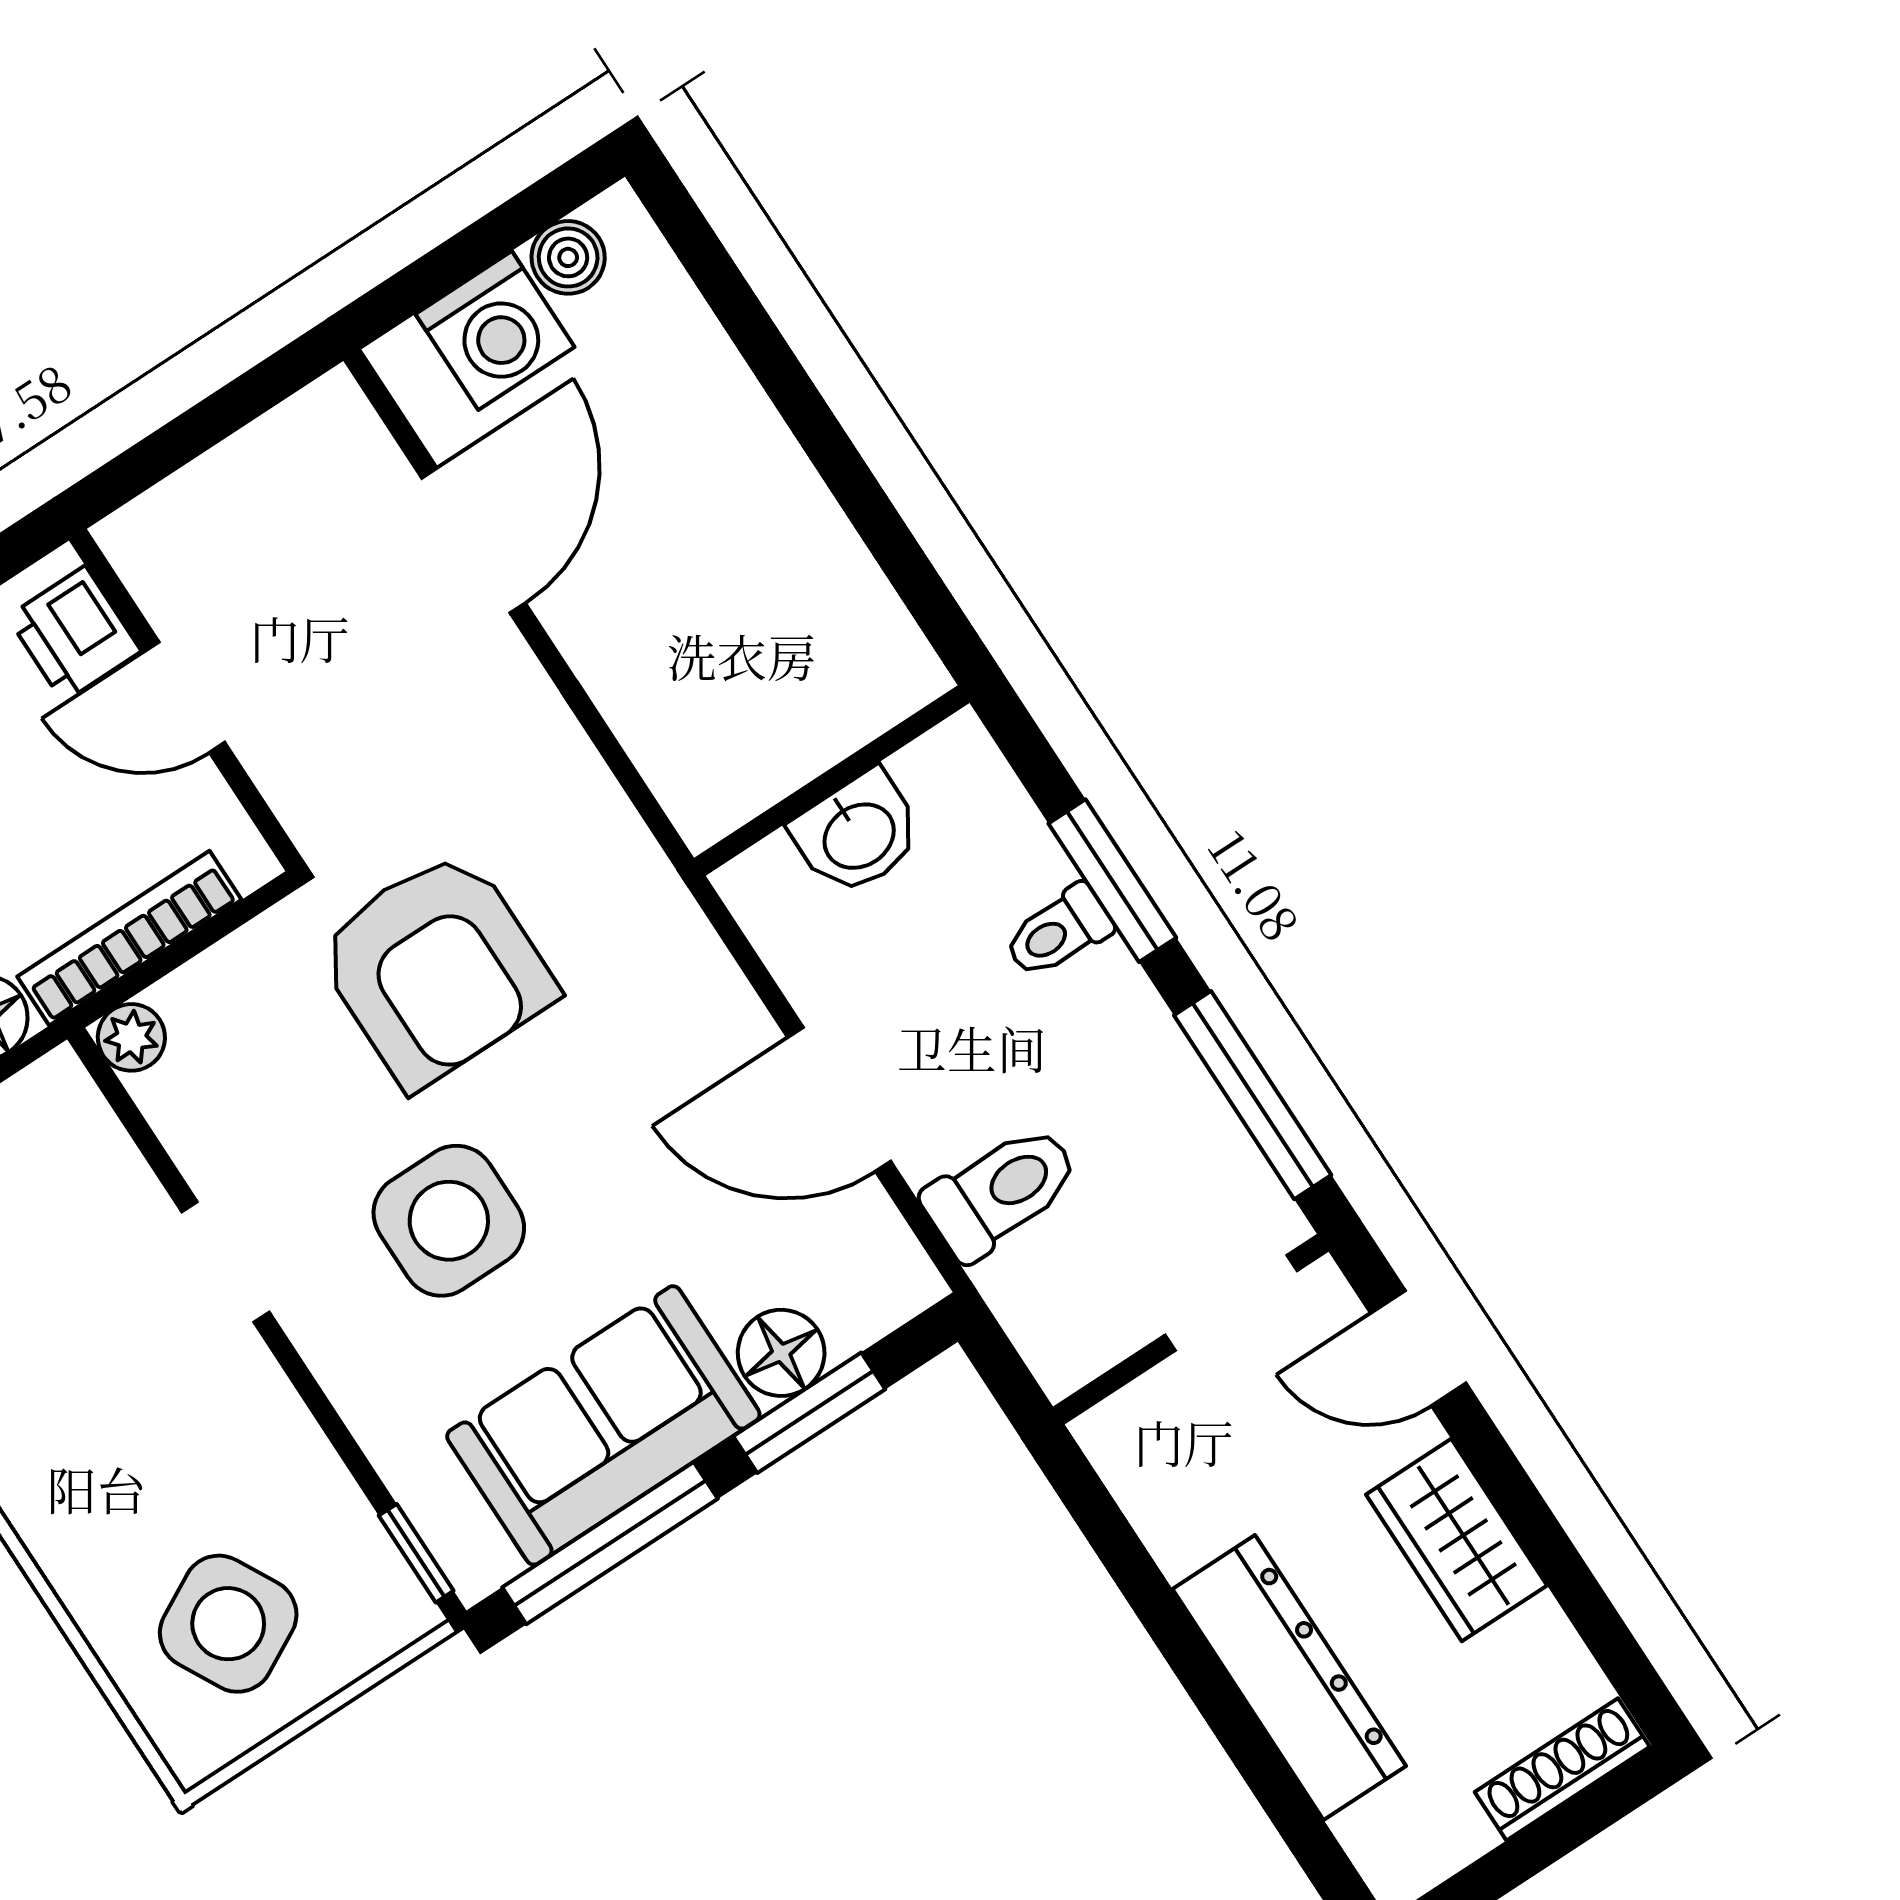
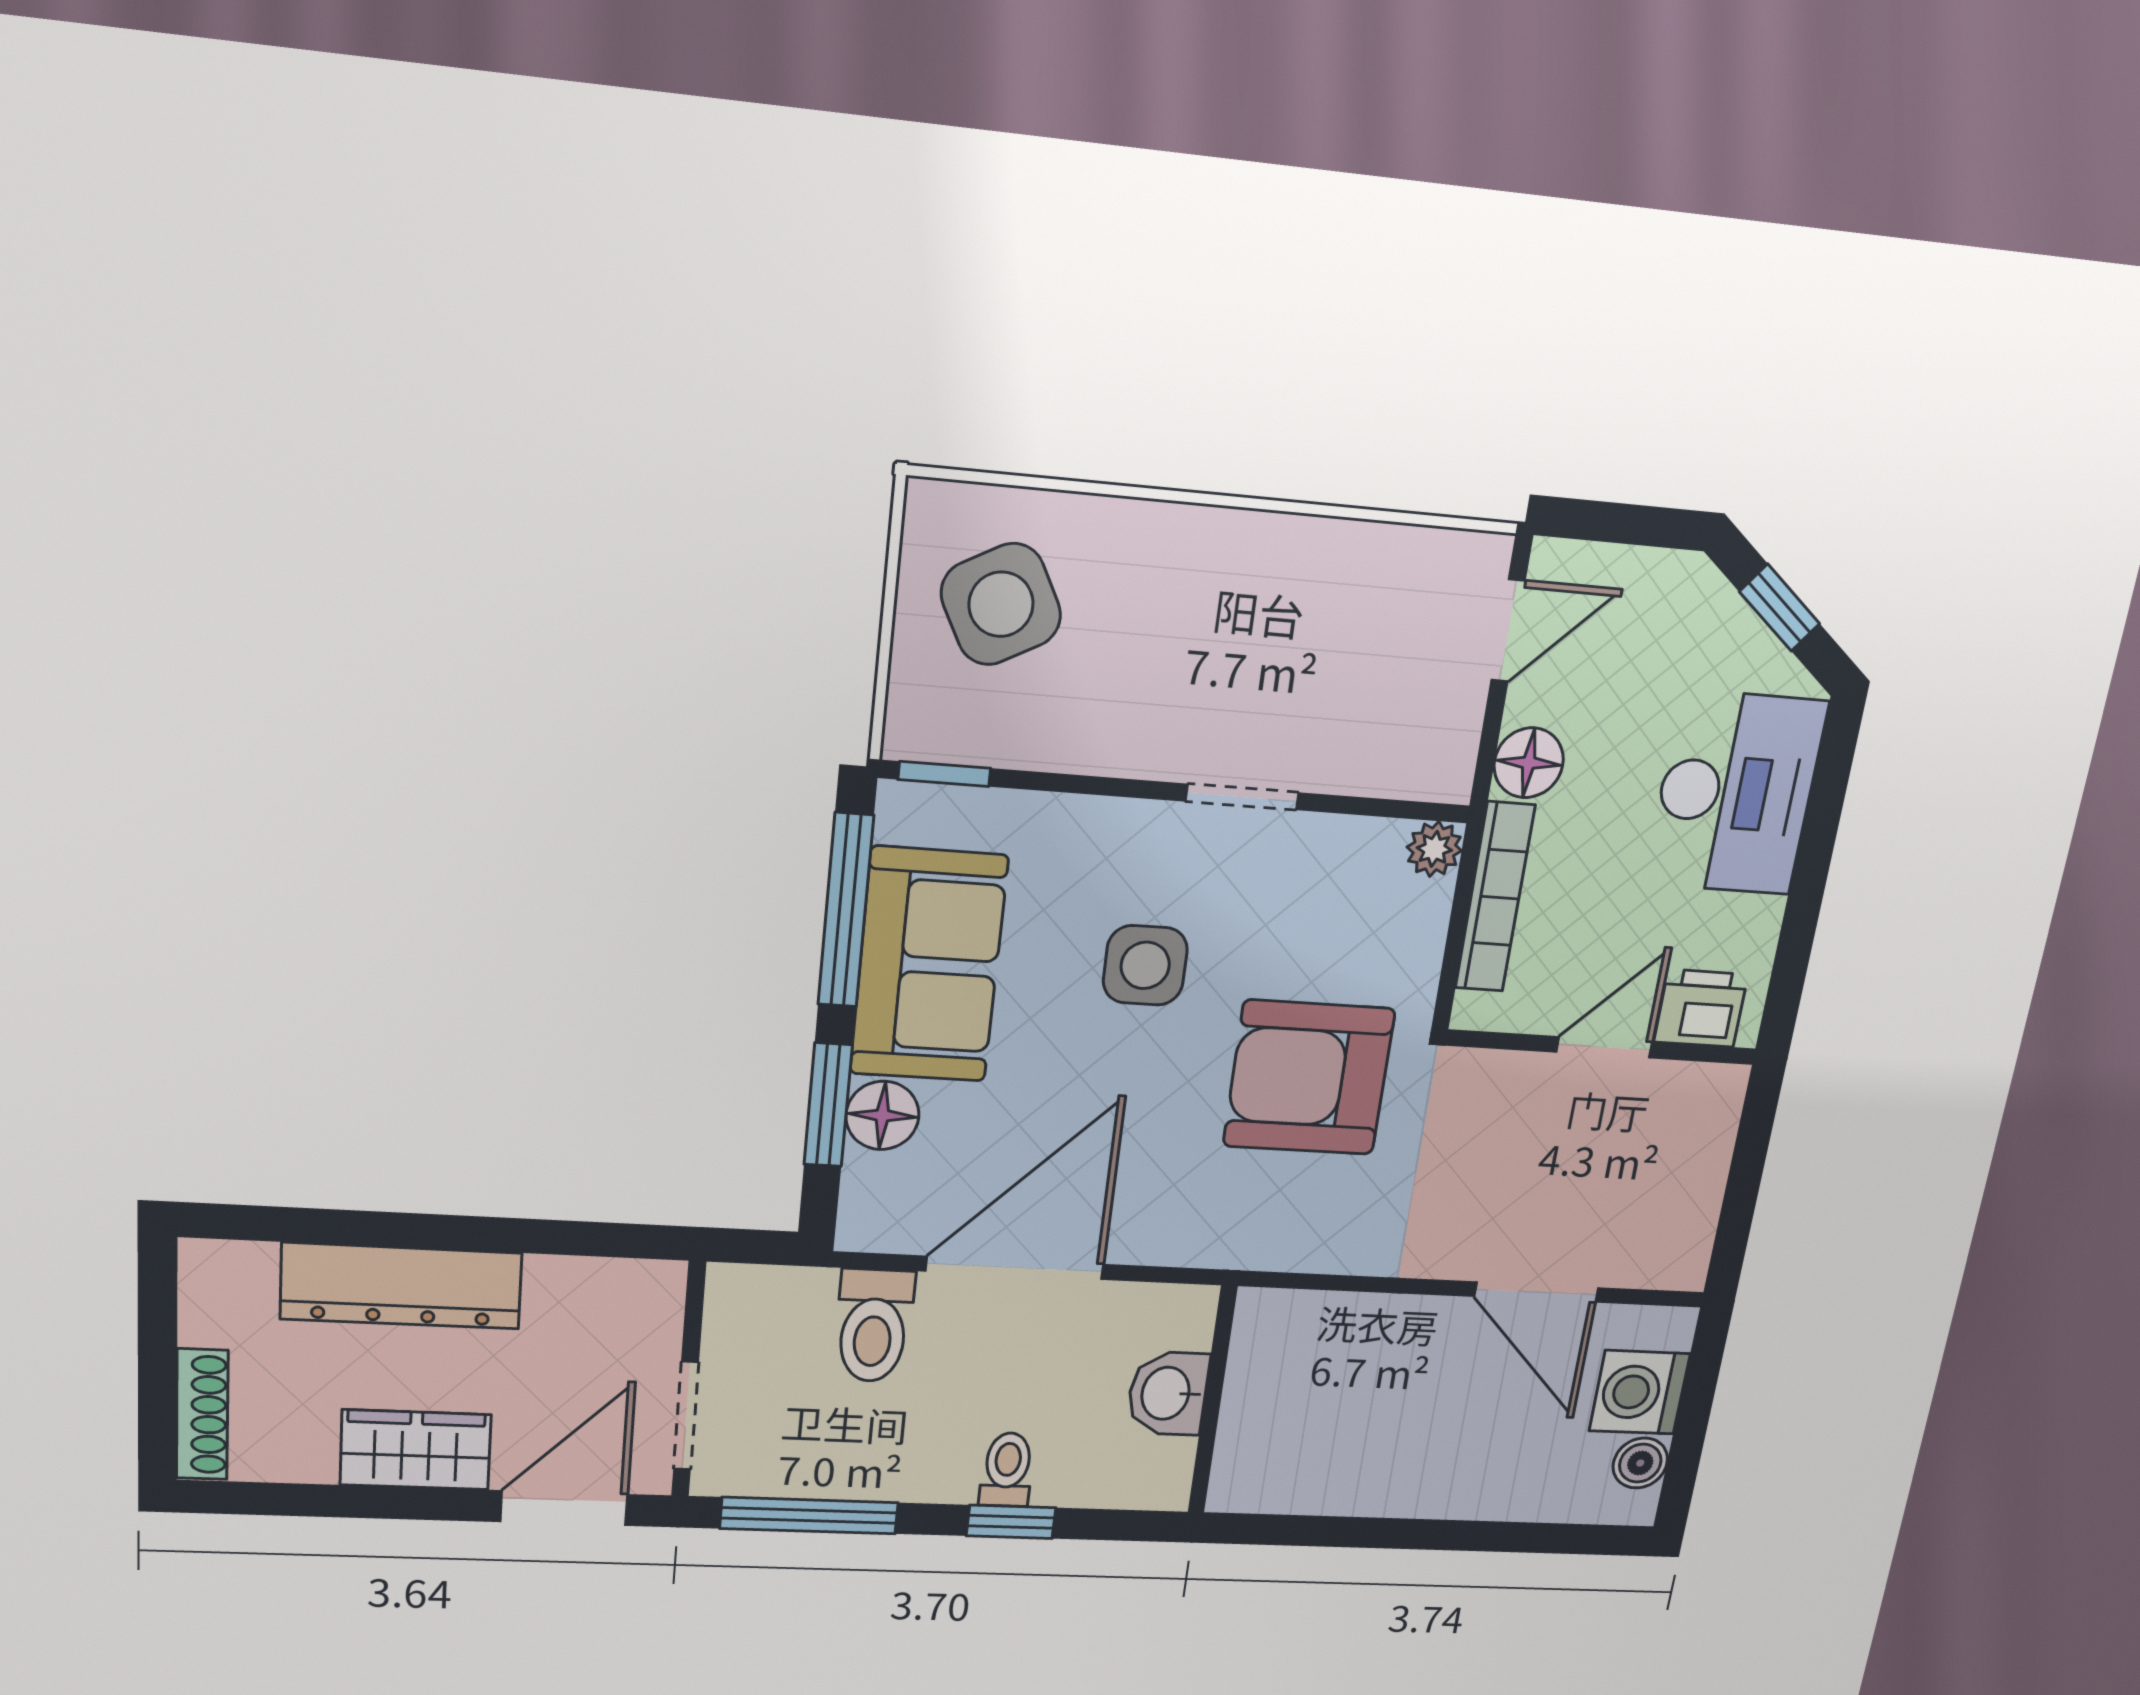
window: (1112, 881) -> (1011, 1522), width x0.67
door: (839, 1099) -> (1015, 1268), width x1.36
side table: (449, 1221) -> (1145, 965), width x0.73, depth x0.73
door: (1418, 1348) -> (564, 1508), width x1.38

